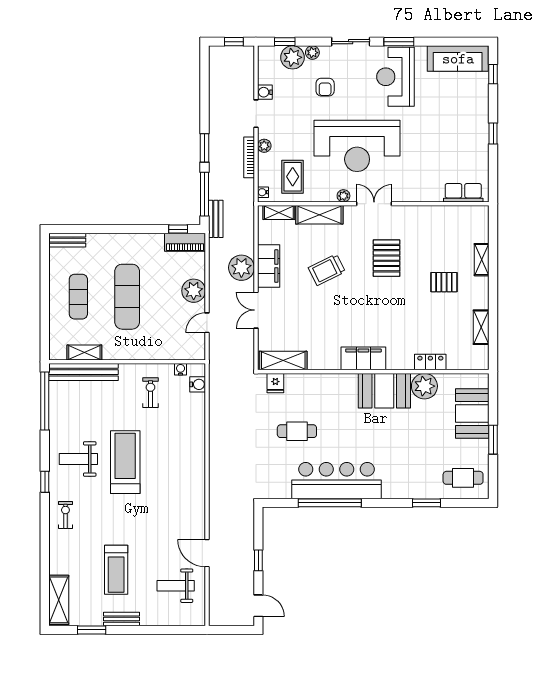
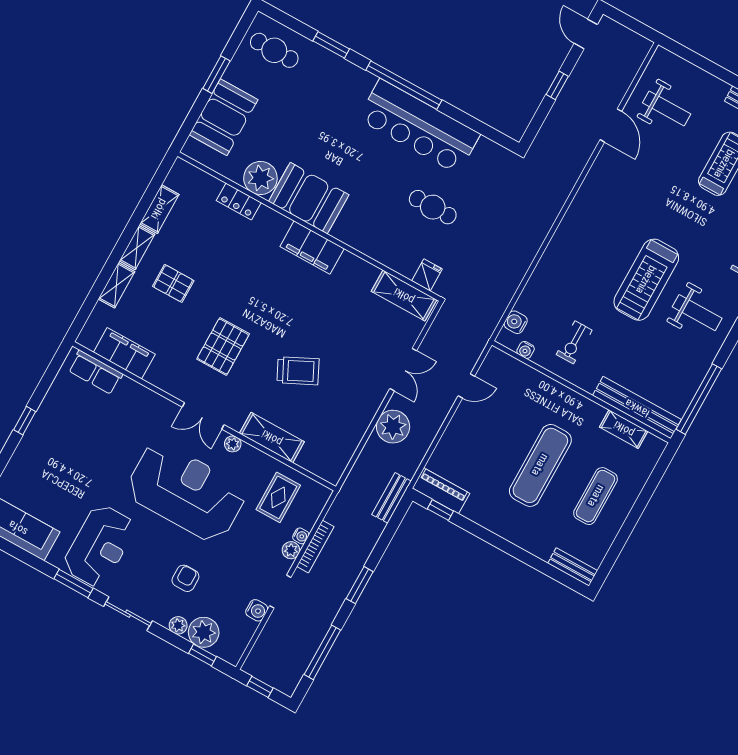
water cooler: (263, 192) -> (301, 536), moved
window: (205, 194) -> (322, 652), moved
shelving: (279, 212) -> (137, 248), moved, turned 90
filing cabinet: (269, 266) -> (124, 353), moved, turned 90
plant: (194, 291) -> (462, 431), removed
window: (330, 503) -> (404, 85), moved

